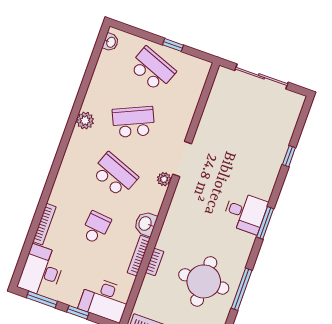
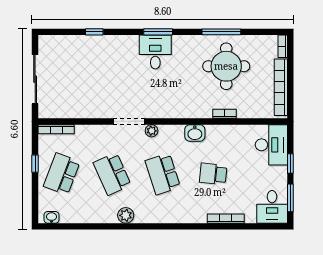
school desk: (115, 175) -> (163, 174), turned -39
bookcase: (139, 256) -> (56, 129), moved
desk: (42, 271) -> (272, 207), width x0.73

